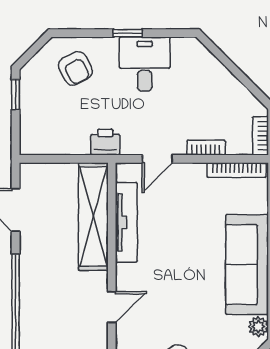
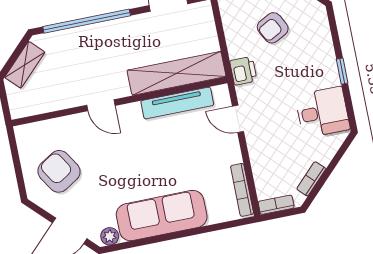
desk: (145, 64) -> (322, 112), moved
armchair: (75, 68) -> (273, 28), moved
bookcase: (206, 148) -> (311, 179), moved, turned -135

